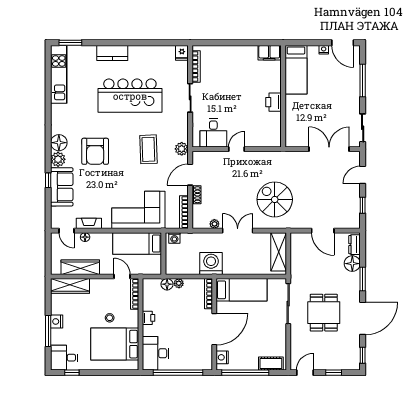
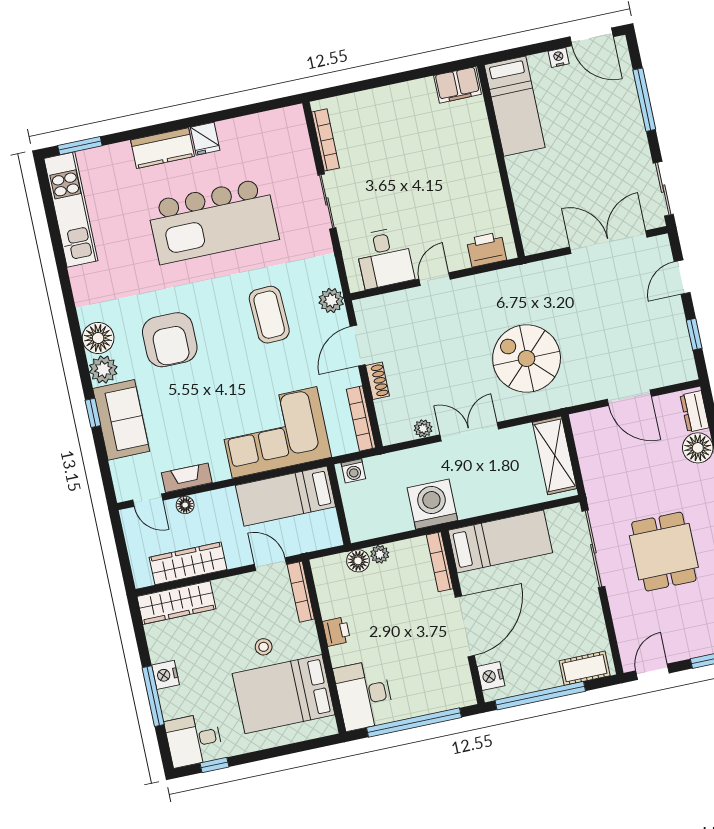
fridge: (182, 53) -> (205, 139), moved
printer: (274, 102) -> (486, 249), moved, turned 90

